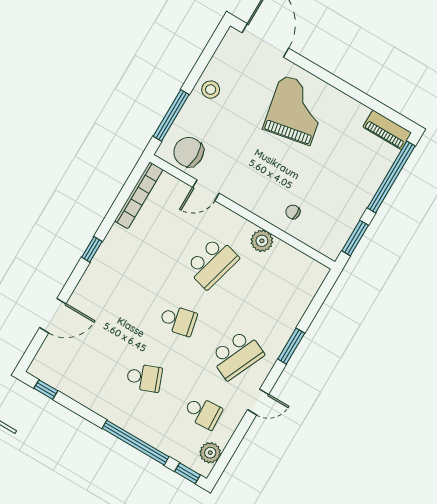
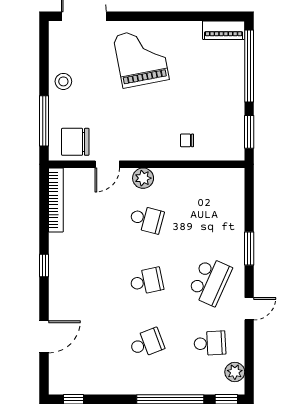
plant: (262, 241) -> (143, 178), moved
school desk: (212, 263) -> (147, 219), width x0.54

